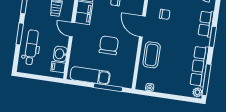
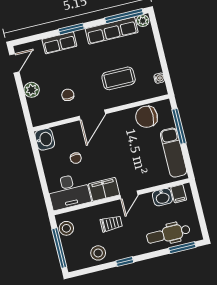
window: (20, 34) -> (182, 248), moved
chair: (109, 45) -> (147, 117), moved
coffee table: (152, 55) -> (119, 78), moved

